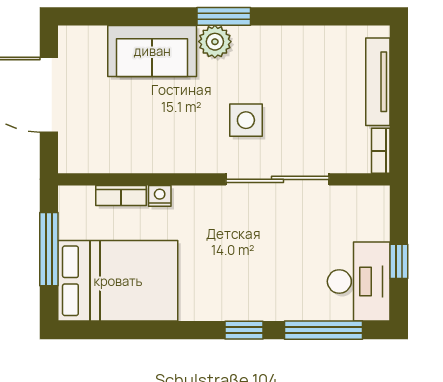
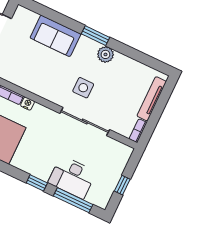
plant: (215, 42) -> (105, 54), moved
desk: (359, 281) -> (72, 177), moved, turned 90

